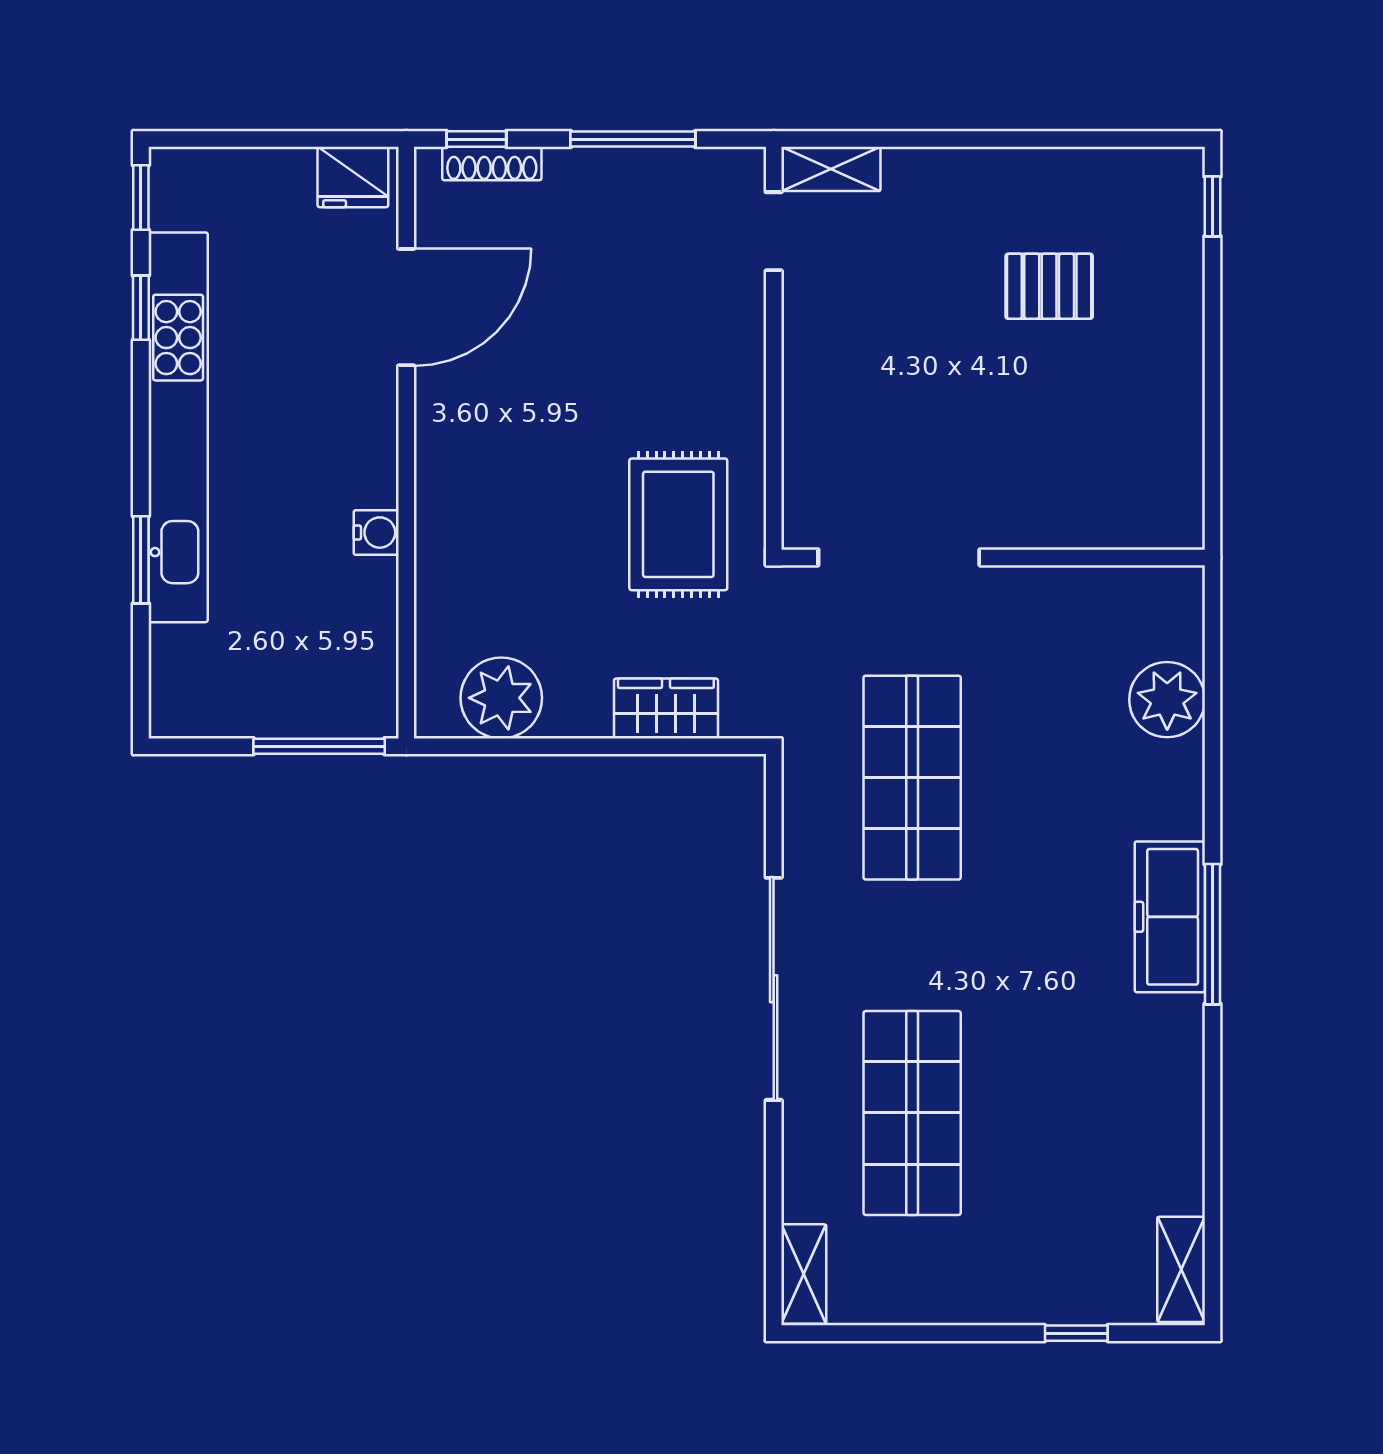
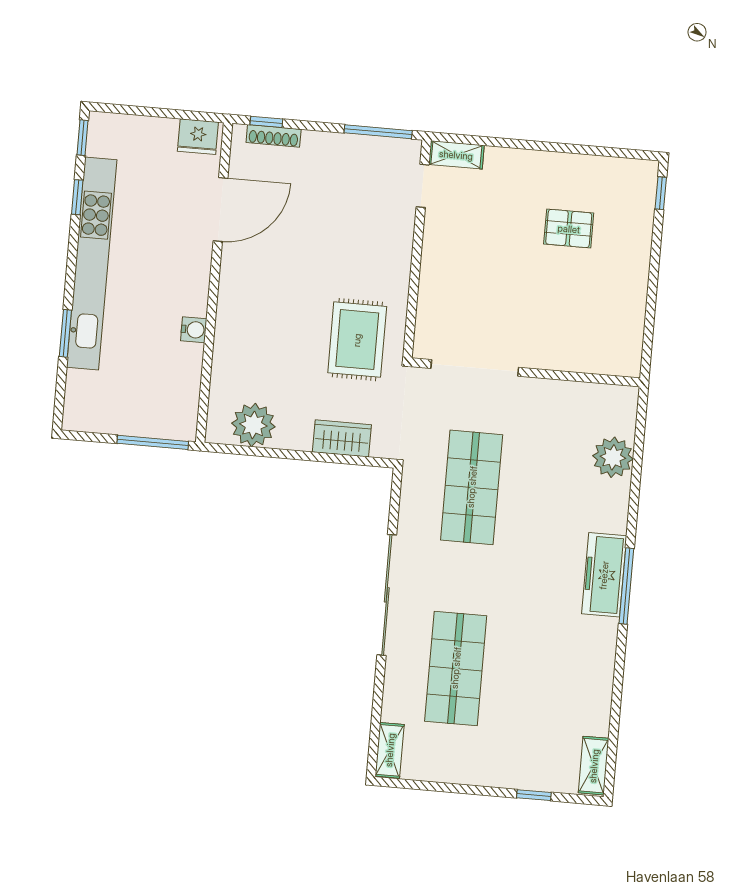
window: (633, 139) -> (378, 132), moved

